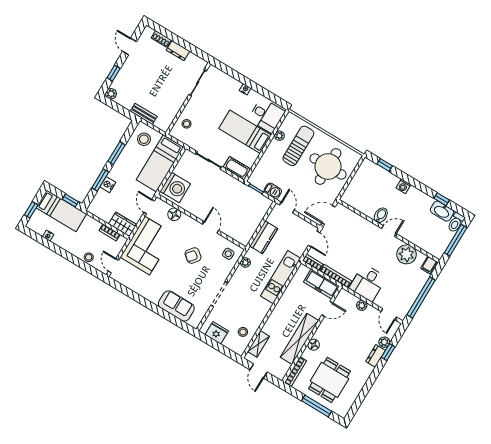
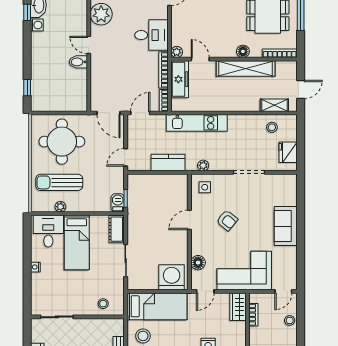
washing machine: (403, 186) -> (37, 25), moved
barbecue: (273, 191) -> (118, 203), moved
plant: (362, 305) -> (177, 52), moved
sofa: (176, 306) -> (286, 226), moved

